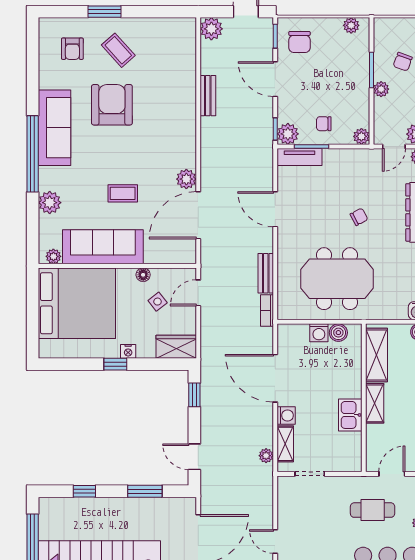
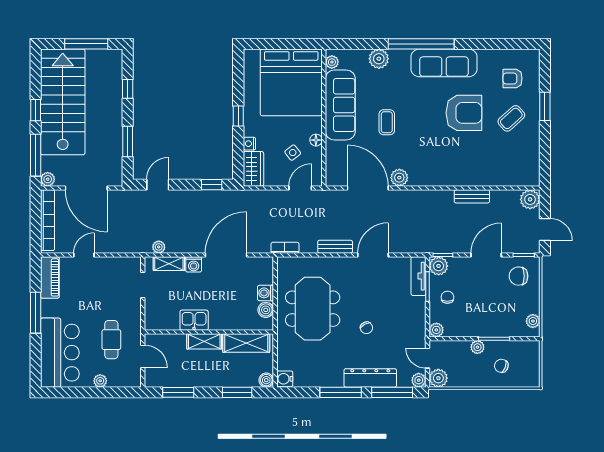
bench: (266, 273) -> (335, 247), moved
door: (198, 293) -> (300, 188), hinge flipped
nightstand: (128, 351) -> (249, 144), moved

